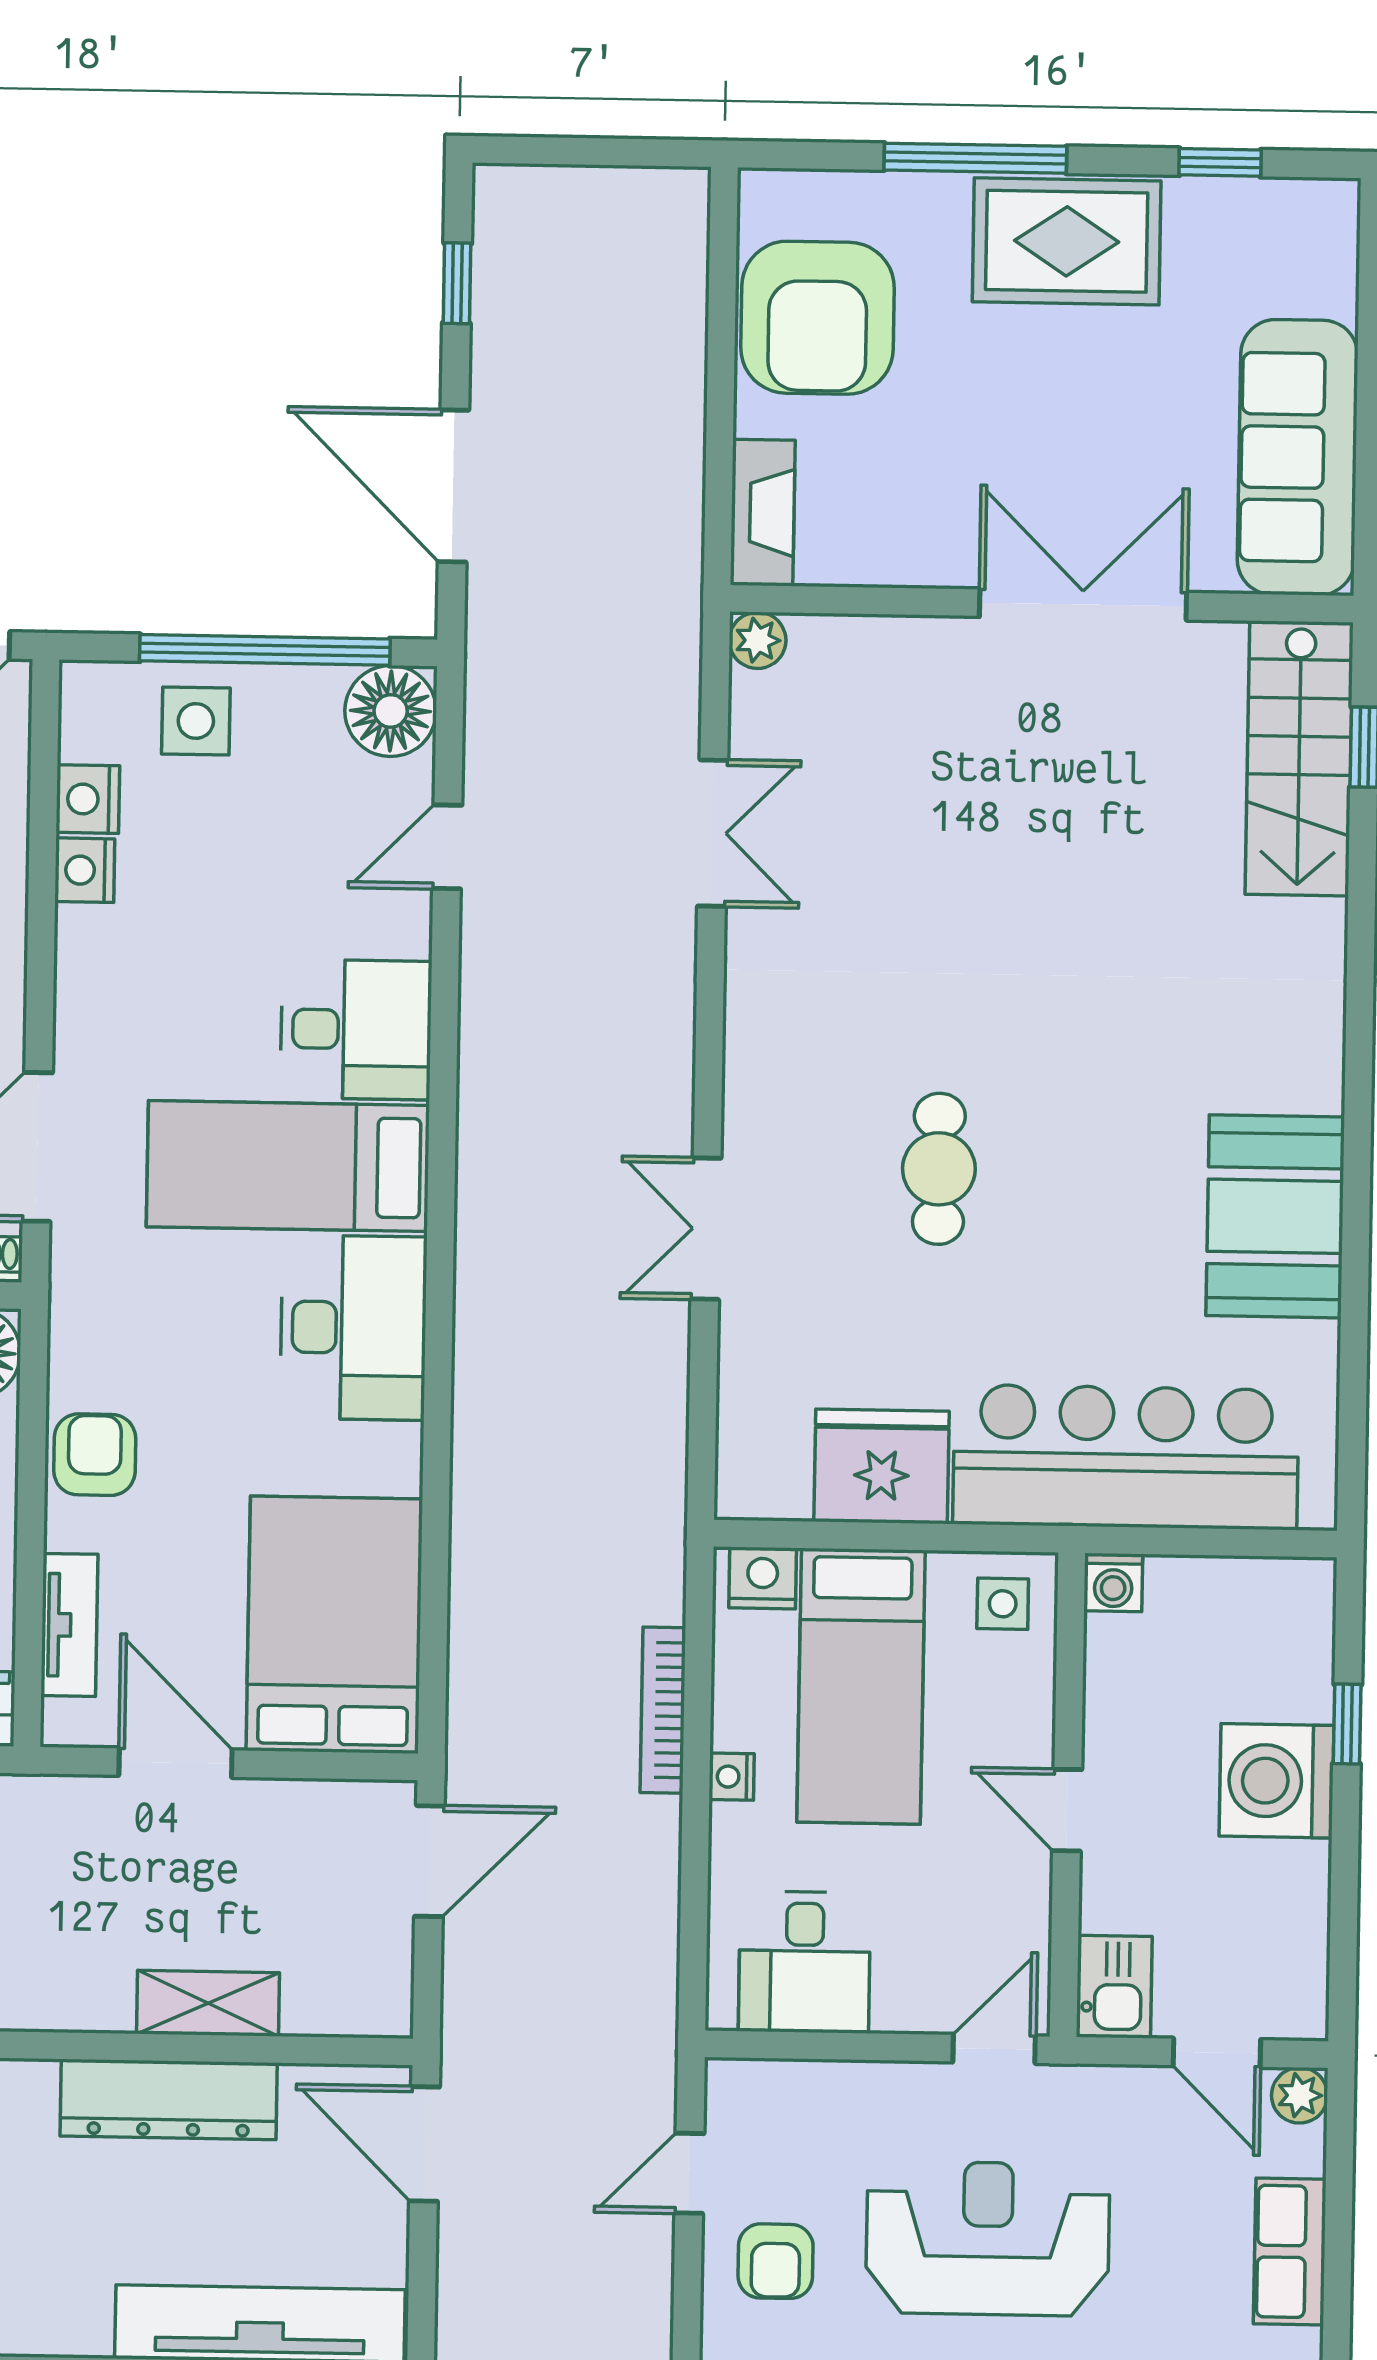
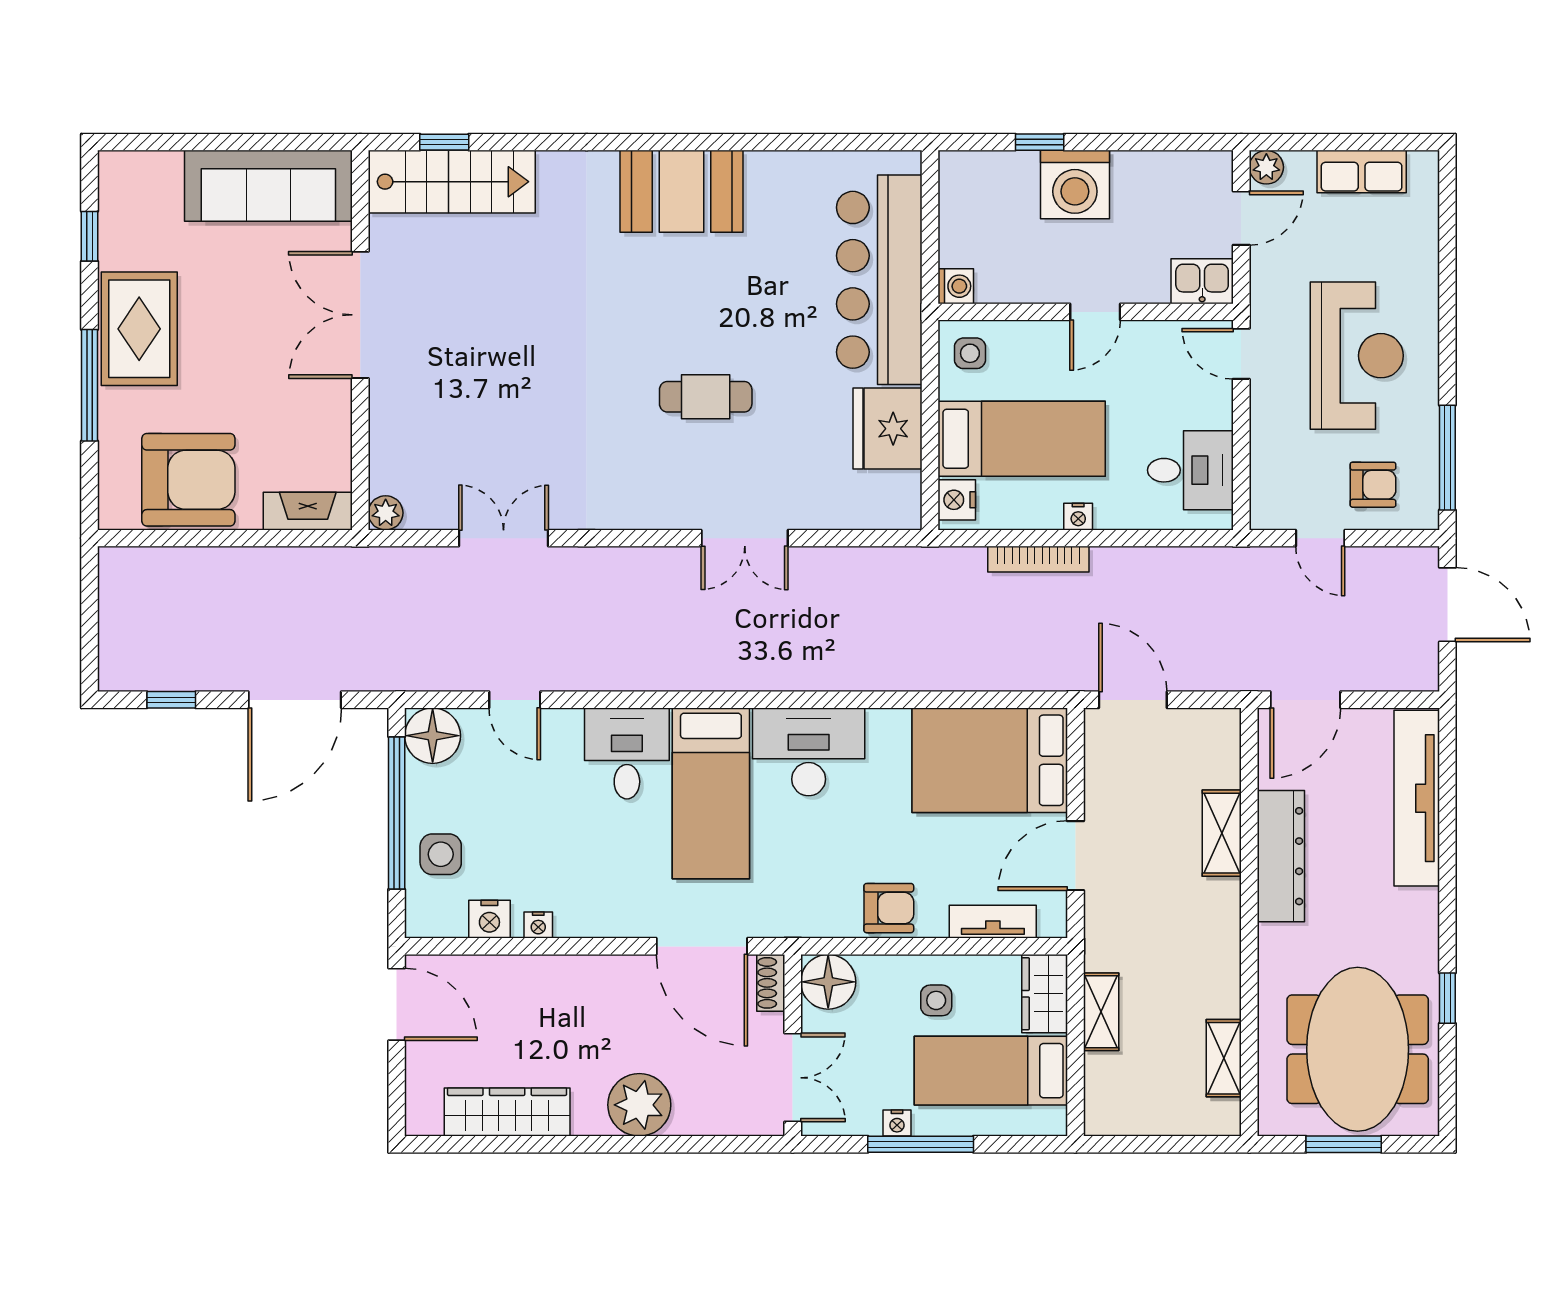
nightstand: (85, 870) -> (538, 925), width x0.72, depth x0.74
booth: (1275, 1216) -> (682, 191), moved
armchair: (95, 1455) -> (889, 908), turned 180
reception desk: (988, 2238) -> (1357, 356), turned 180

